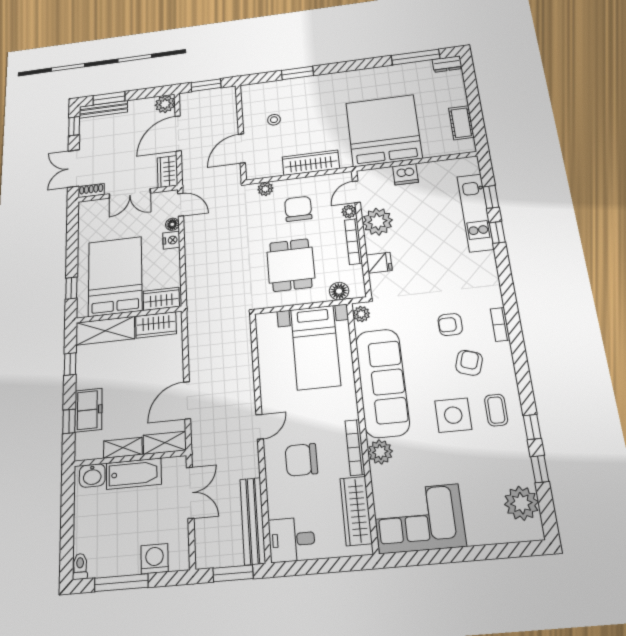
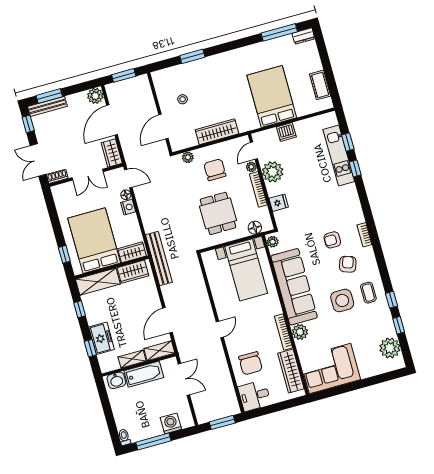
bed: (384, 130) -> (272, 97), width x0.73
chair: (301, 460) -> (251, 363), moved, turned -90
bench: (253, 521) -> (159, 259), moved

